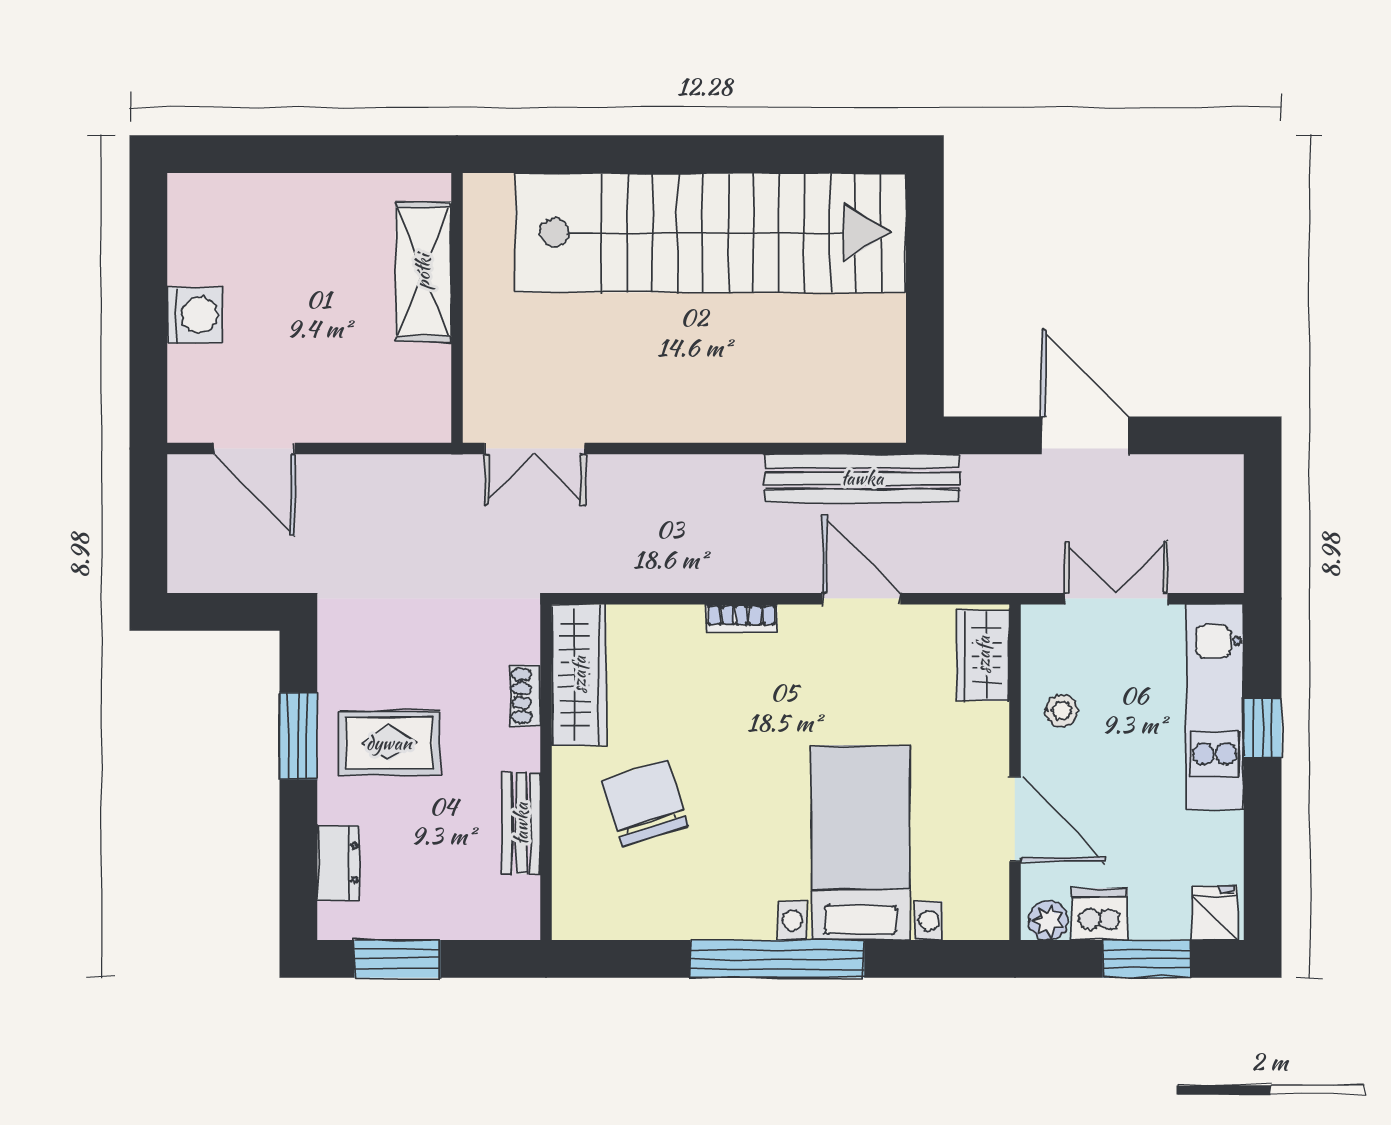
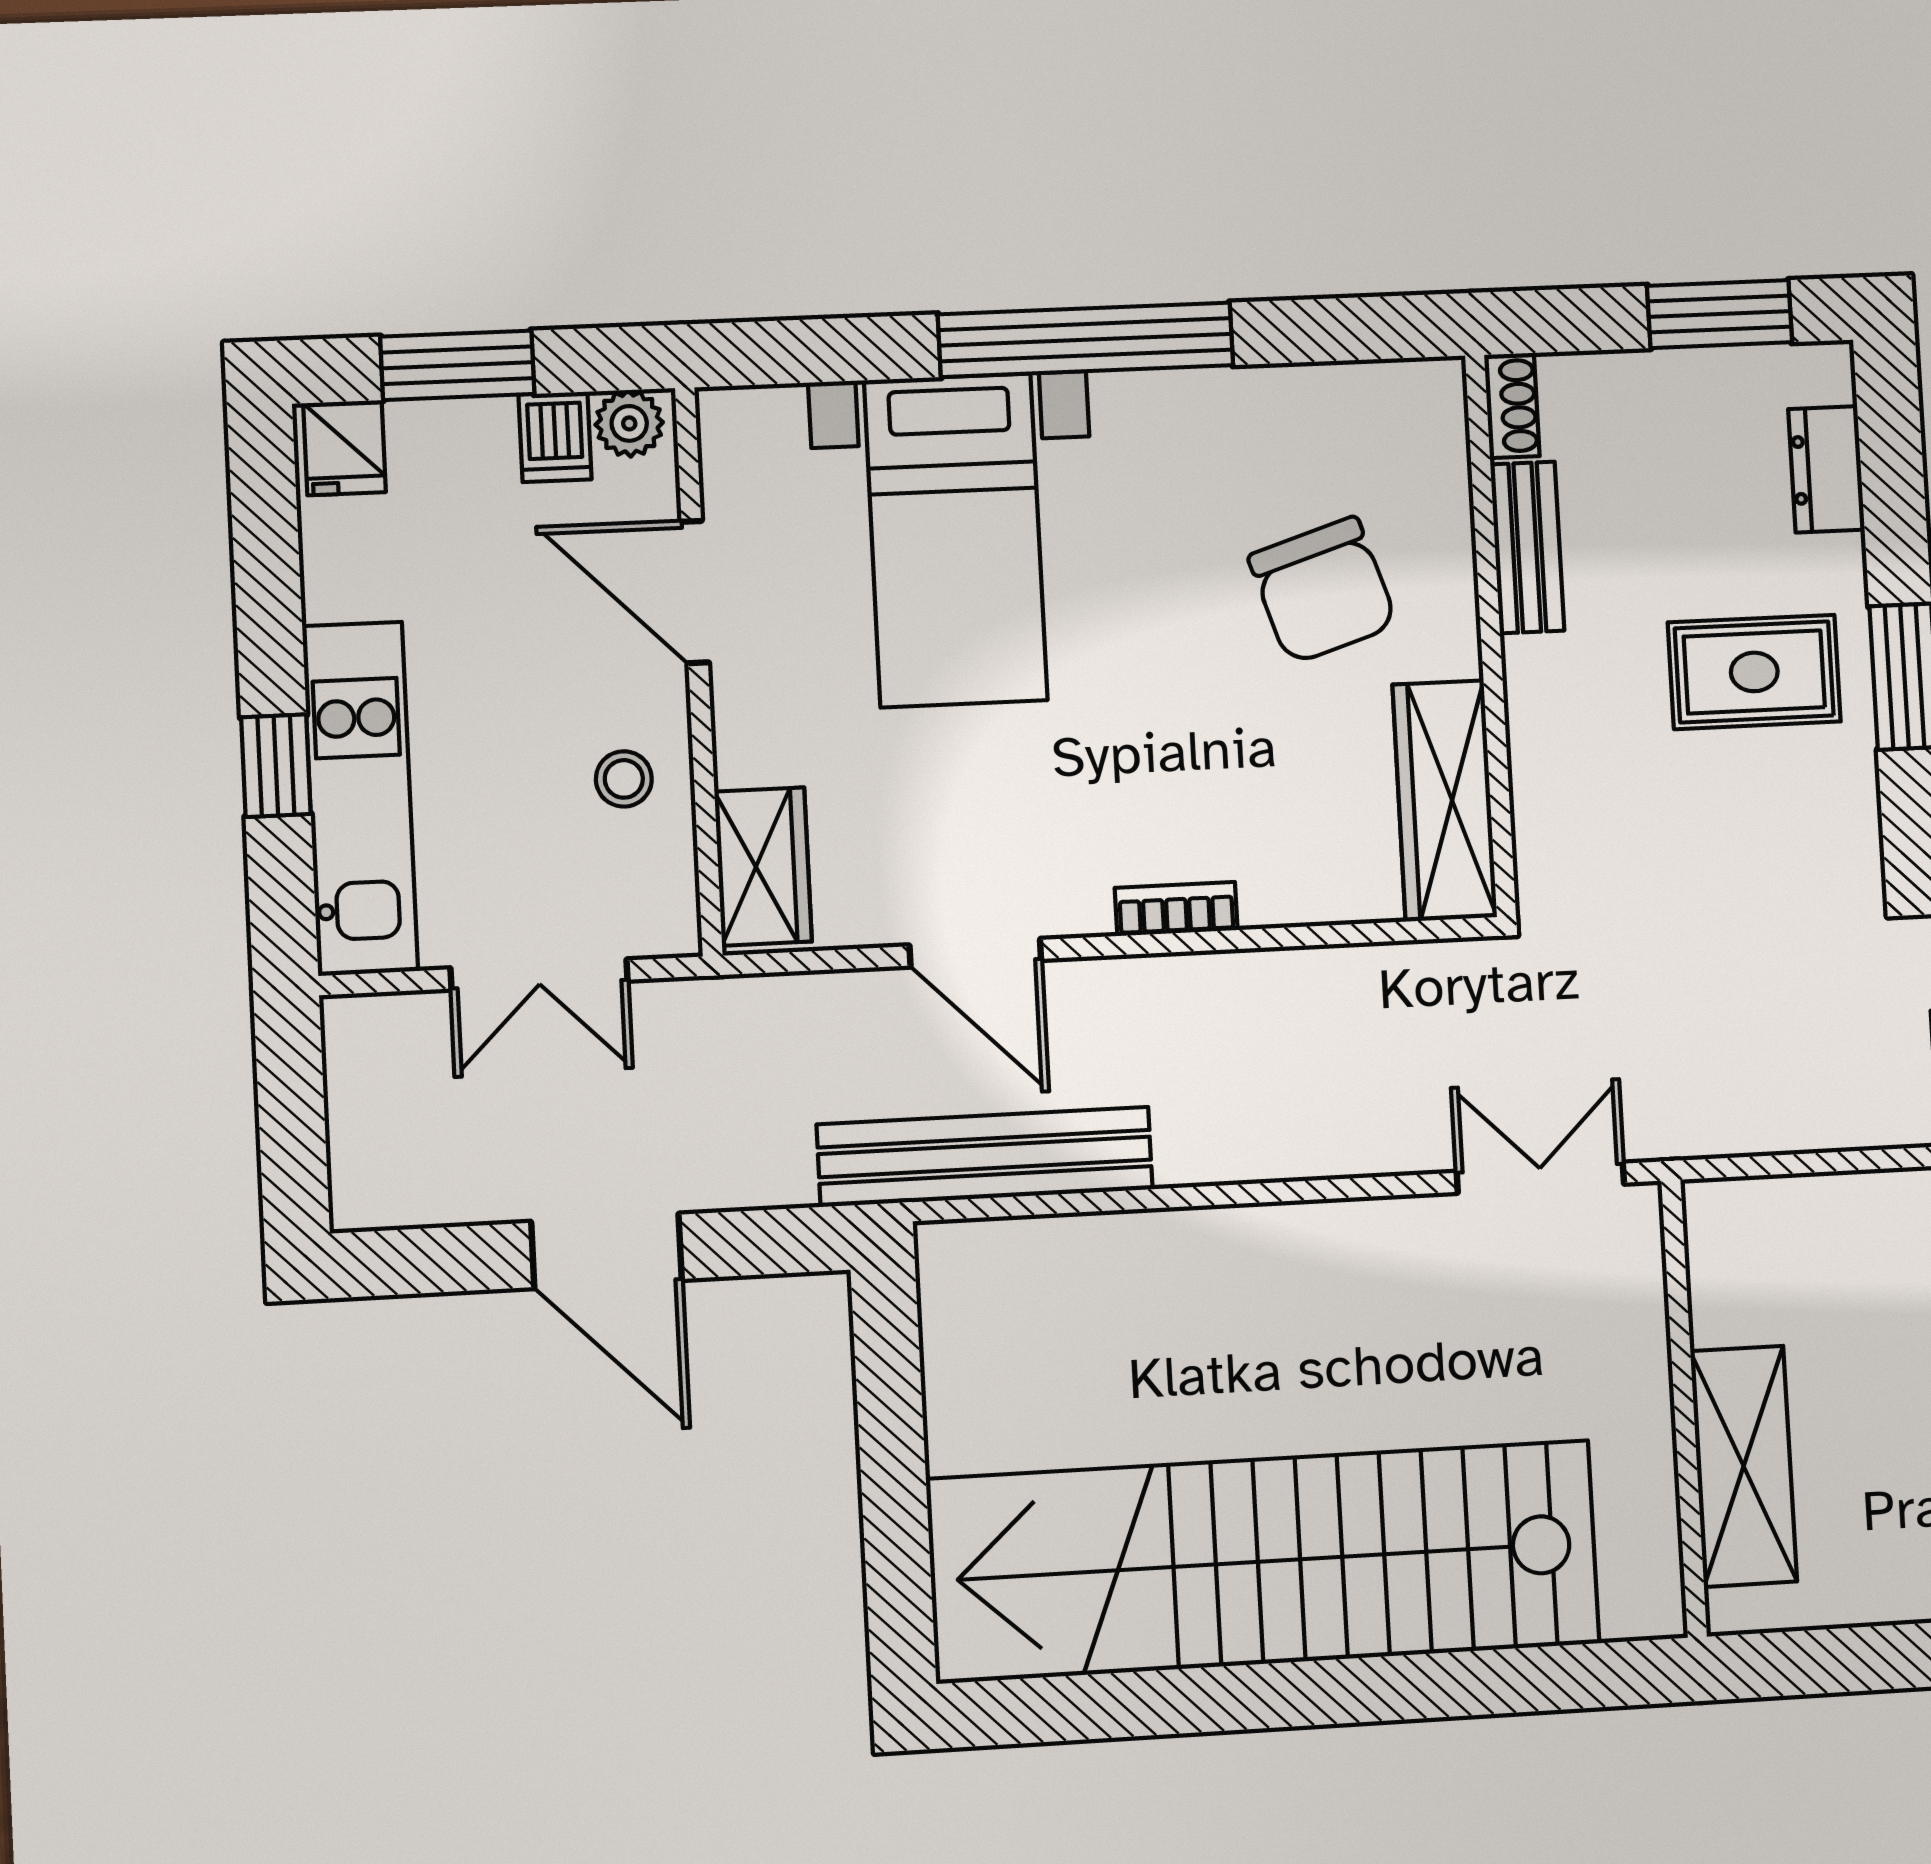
shoe rack: (525, 696) -> (1512, 406), moved
dishwasher: (1100, 914) -> (555, 437), width x0.73

